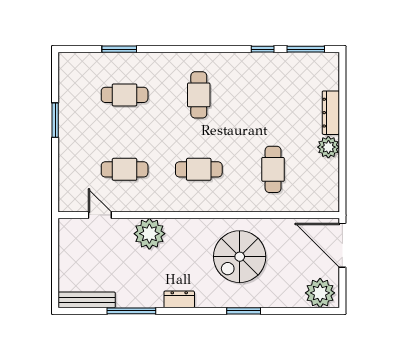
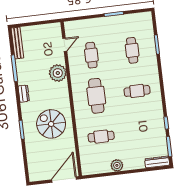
dresser: (331, 113) -> (157, 162), moved
cafe table: (199, 169) -> (96, 96), width x1.37, depth x1.35
plant: (320, 293) -> (36, 170), removed

